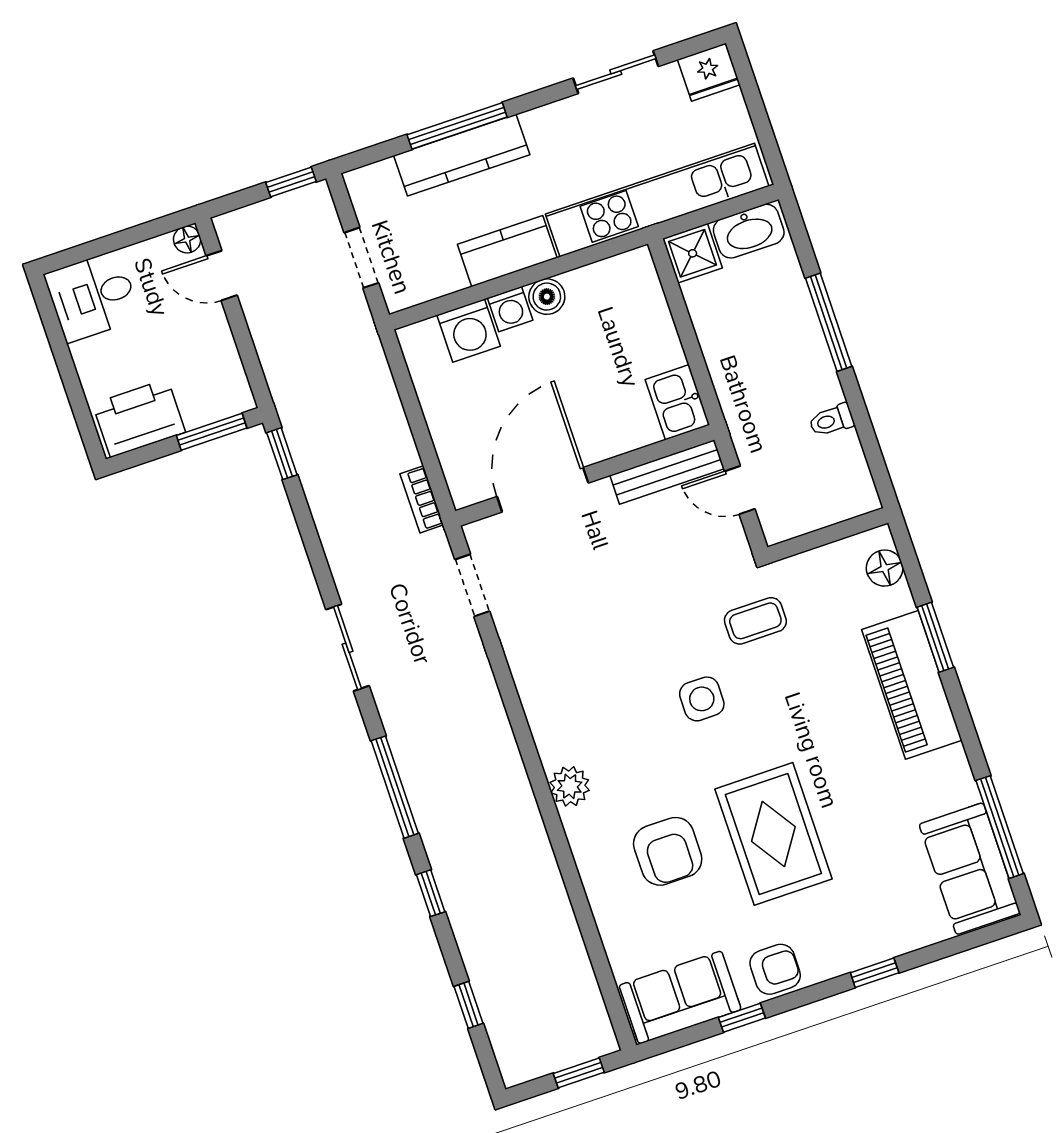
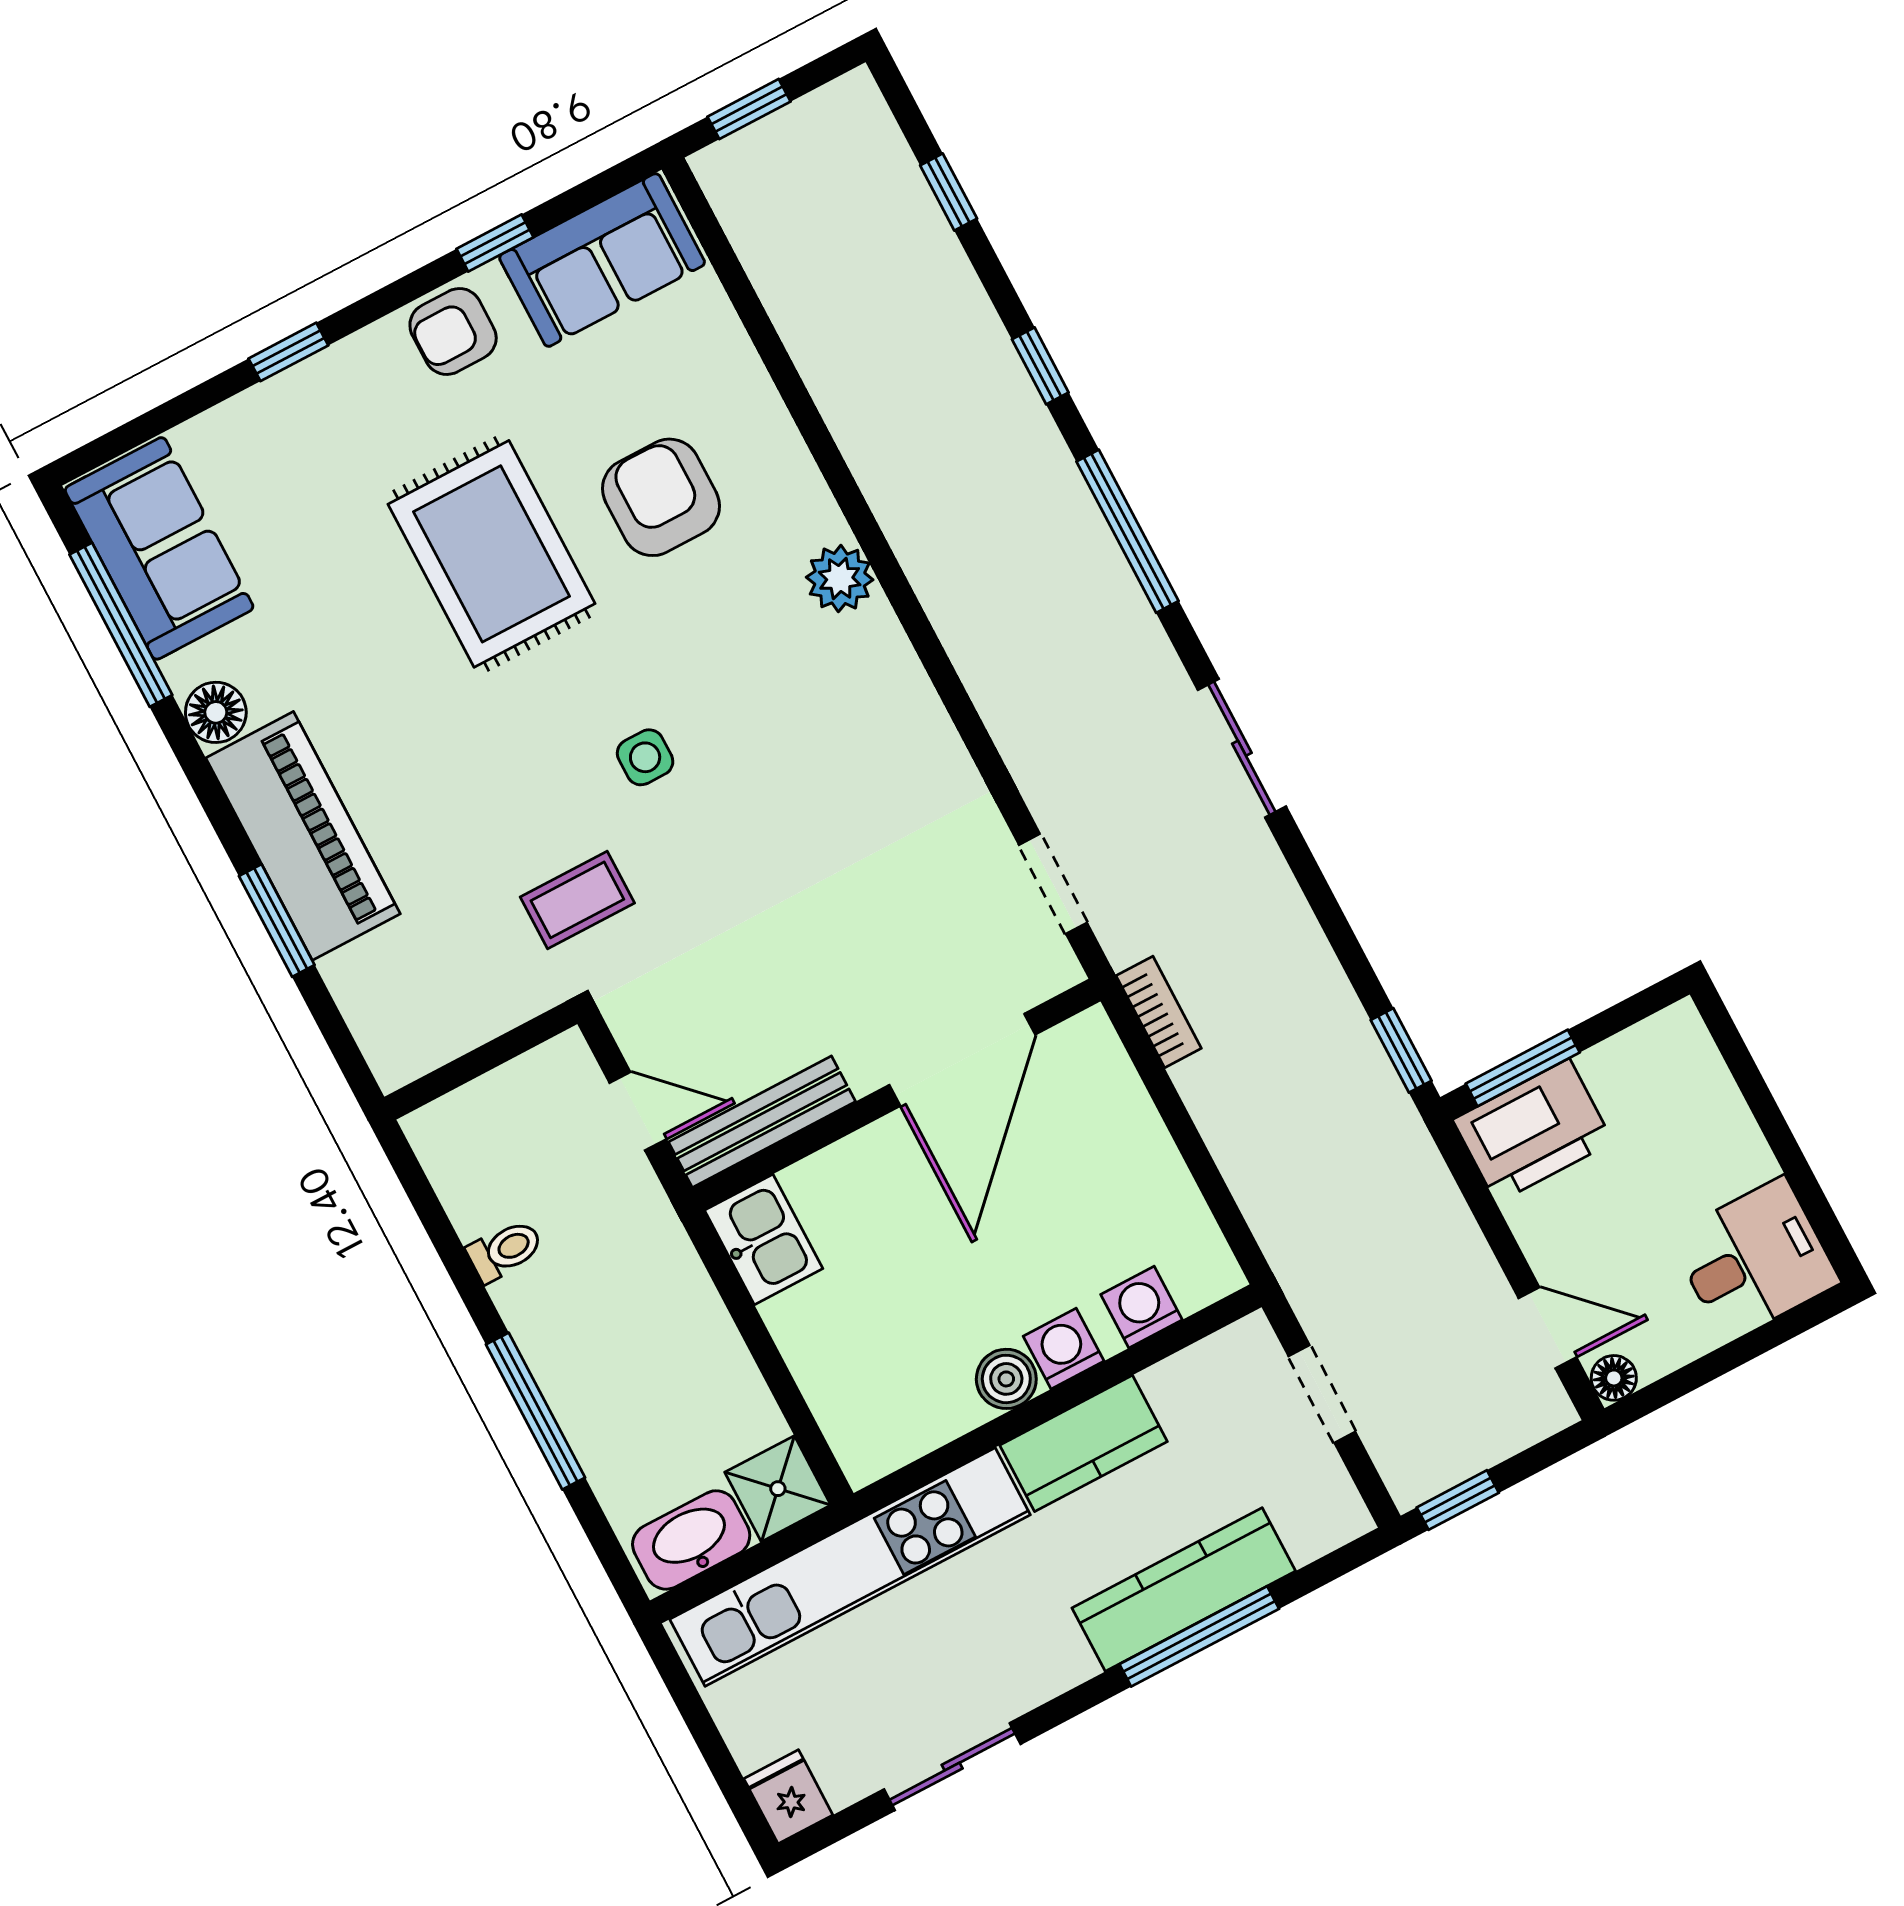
fridge: (709, 72) -> (788, 1797), width x0.72
washing machine: (469, 331) -> (1142, 1307), width x0.73, depth x0.73
printer: (139, 418) -> (1533, 1131), moved
floor lamp: (885, 568) -> (216, 712), moved
side table: (702, 699) -> (645, 757), width x0.73, depth x0.73

